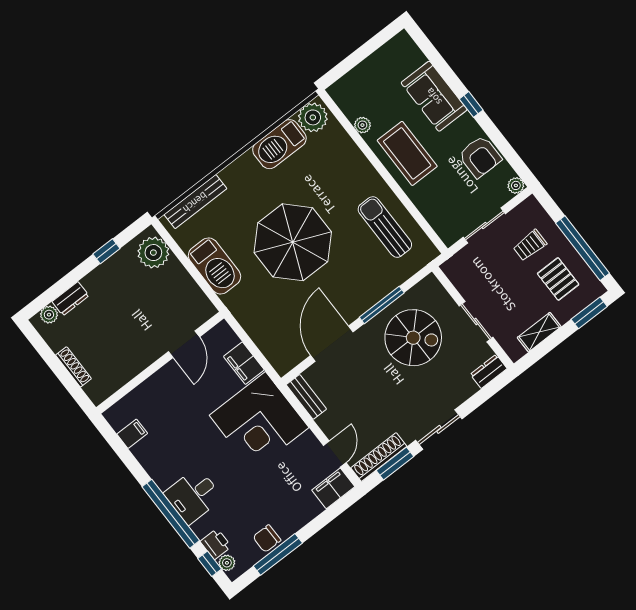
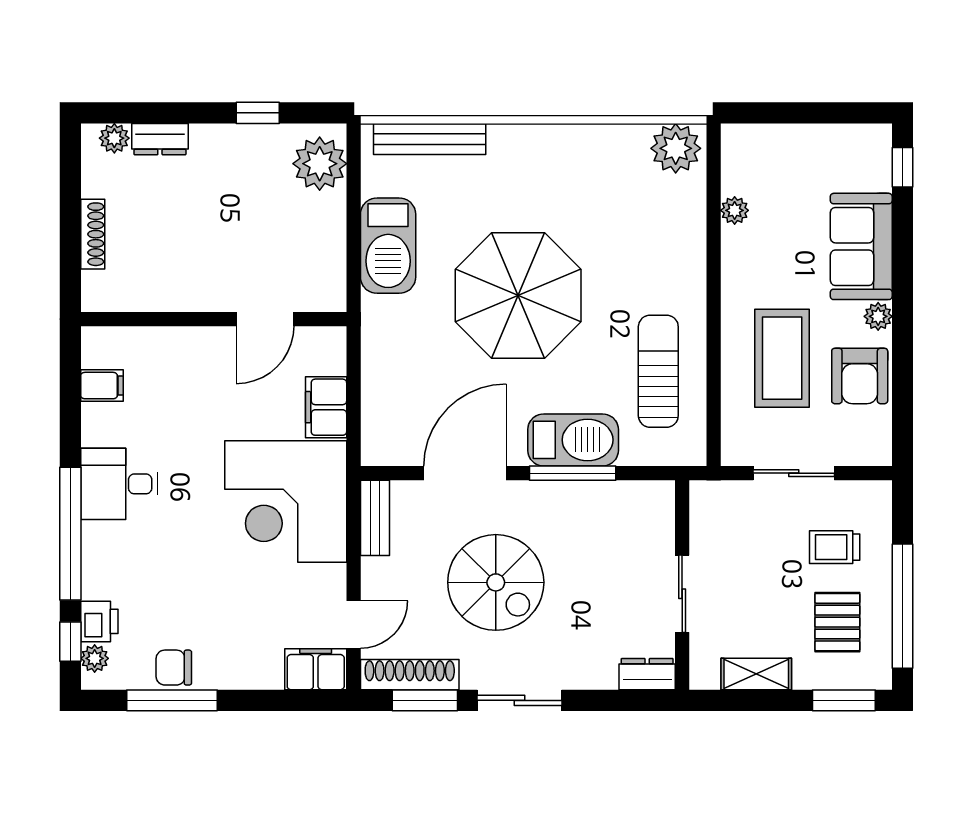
window: (471, 104) -> (903, 167), moved
barbecue: (279, 144) -> (573, 440), moved, turned 180
coffee table: (407, 153) -> (782, 358), moved
plant: (516, 185) -> (878, 316), moved
spiral stairs: (413, 338) -> (496, 582), moved
desk: (193, 496) -> (119, 484), moved

